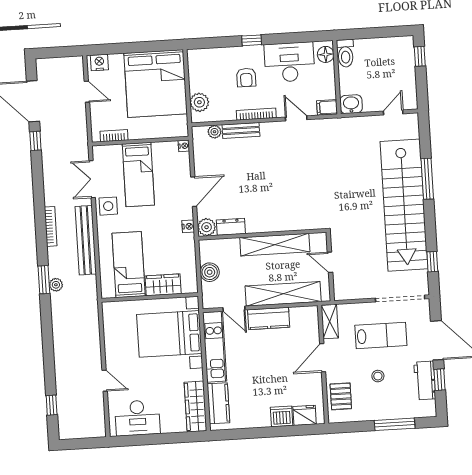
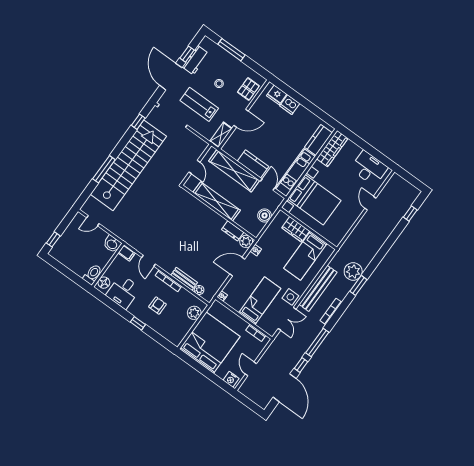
desk: (289, 62) -> (123, 292), width x0.73
window: (38, 180) -> (317, 342), added
plant: (56, 285) -> (353, 272), width x1.87, depth x1.87

